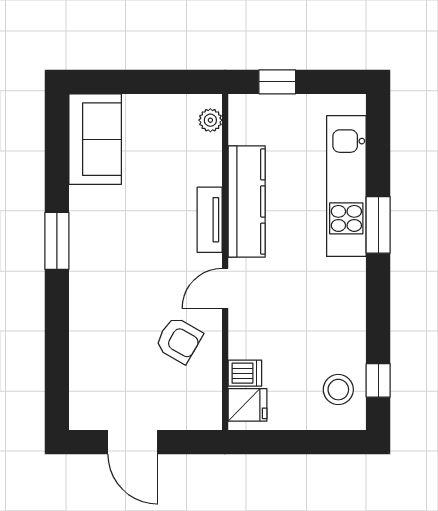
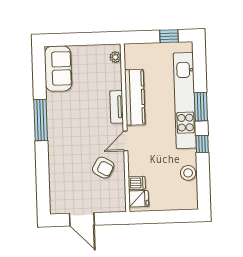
window: (277, 82) -> (169, 36), moved
kitchen unit: (346, 186) -> (185, 101), width x1.36
window: (57, 241) -> (41, 120), width x1.44
window: (378, 380) -> (202, 144), moved
stool: (338, 390) -> (188, 173), moved

